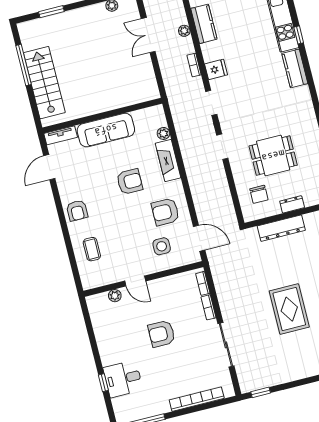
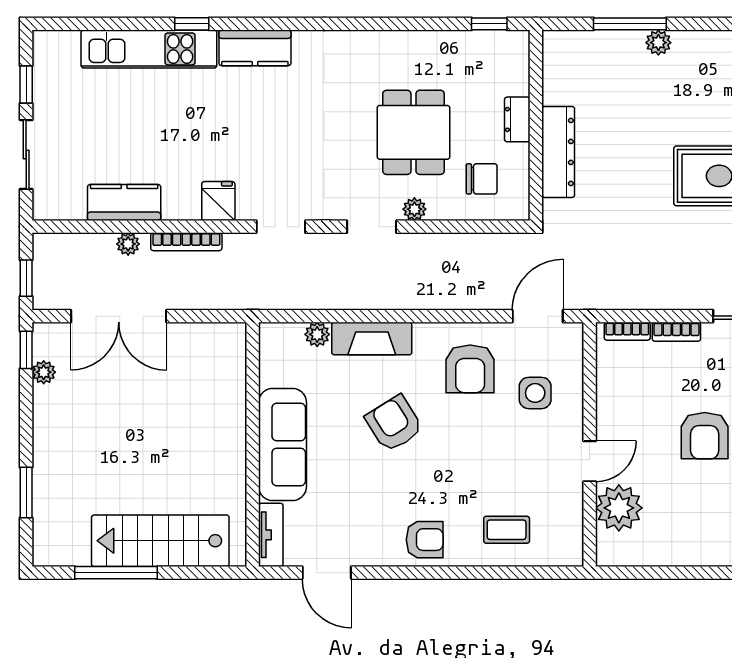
double door: (148, 35) -> (119, 316), width x1.37
bookcase: (194, 65) -> (186, 242), width x1.56
plant: (236, 165) -> (414, 209), added
armchair: (130, 182) -> (394, 424), turned -32
plant: (115, 296) -> (619, 508), width x1.87, depth x1.87

